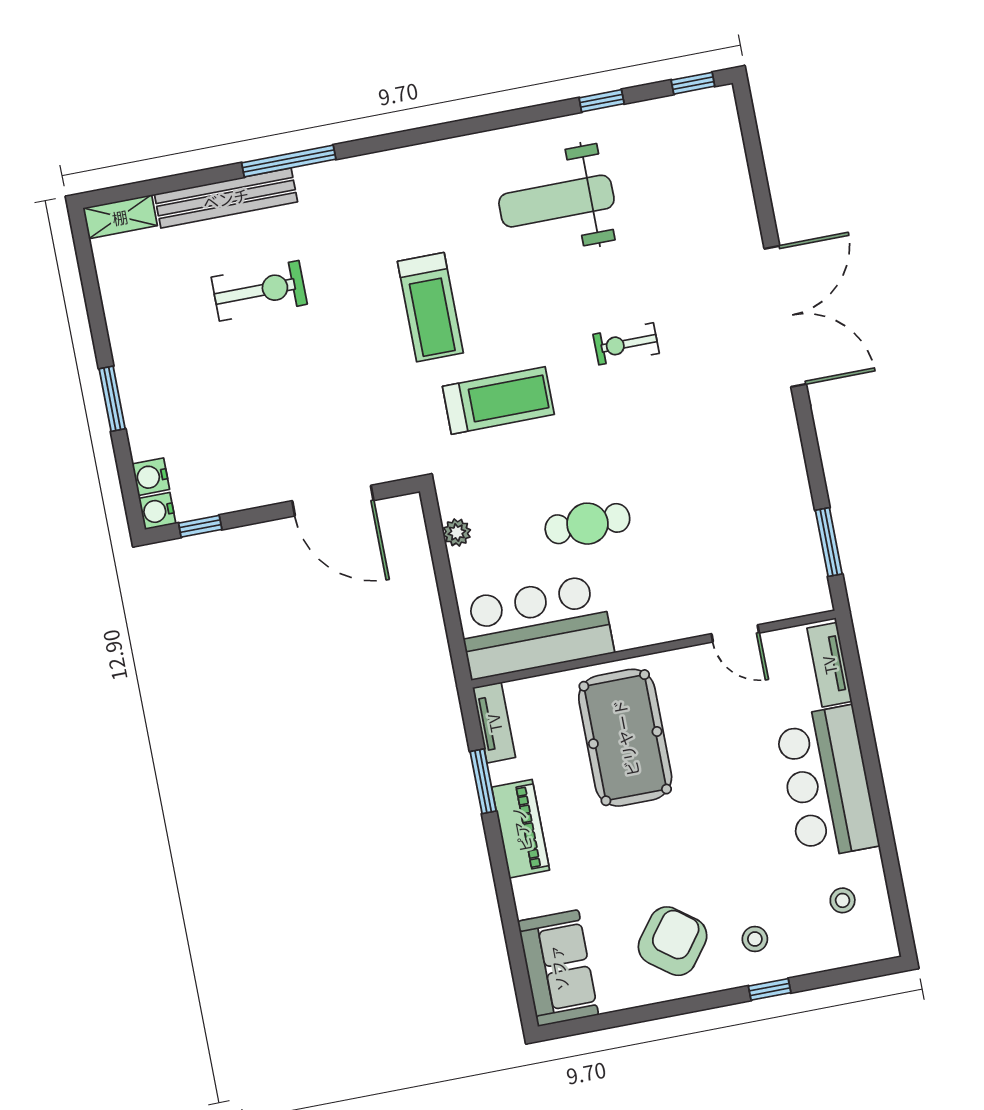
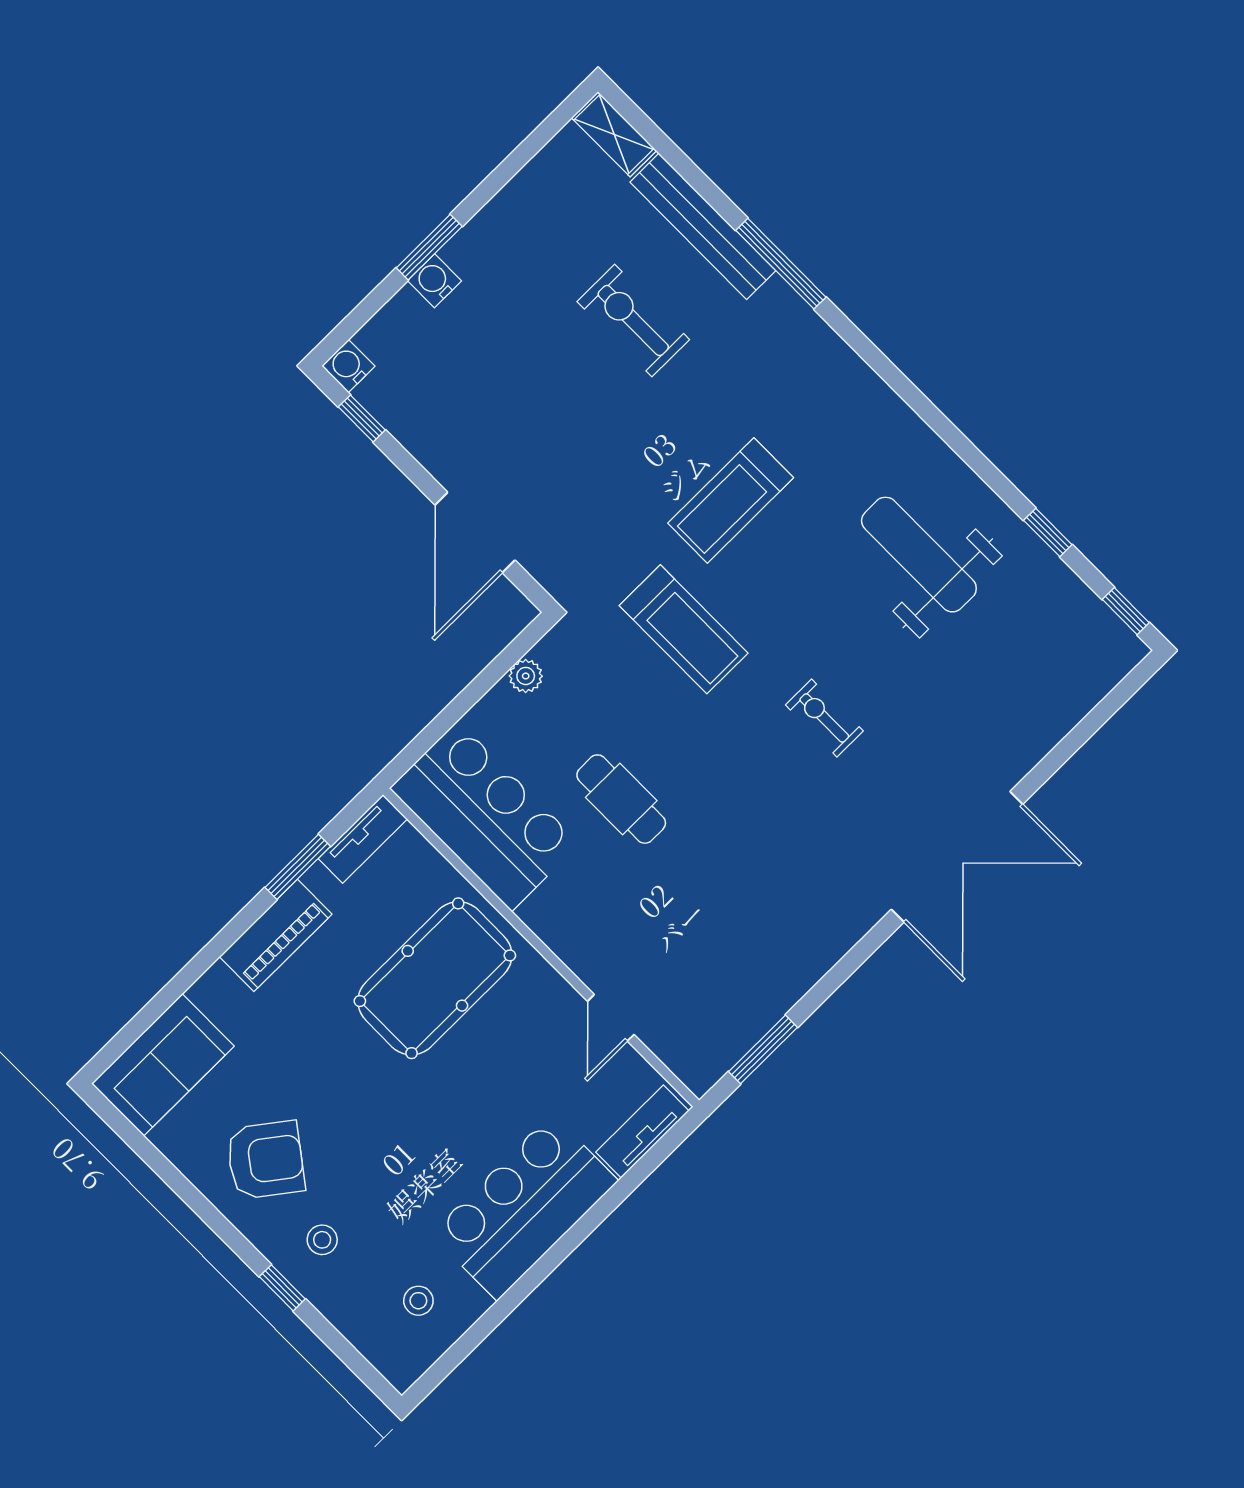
exercise bike: (259, 291) -> (633, 321), turned 180
water cooler: (151, 477) -> (434, 281), moved

